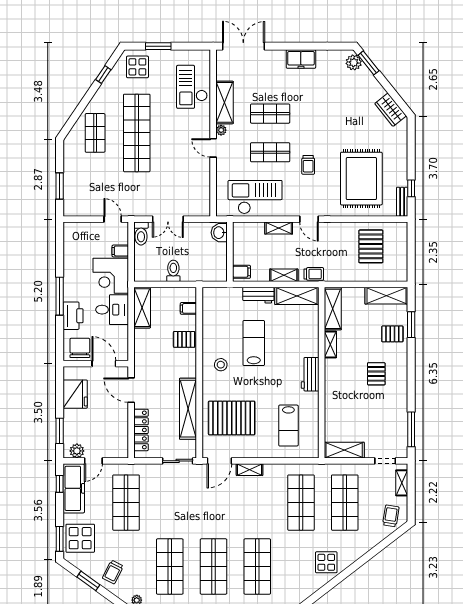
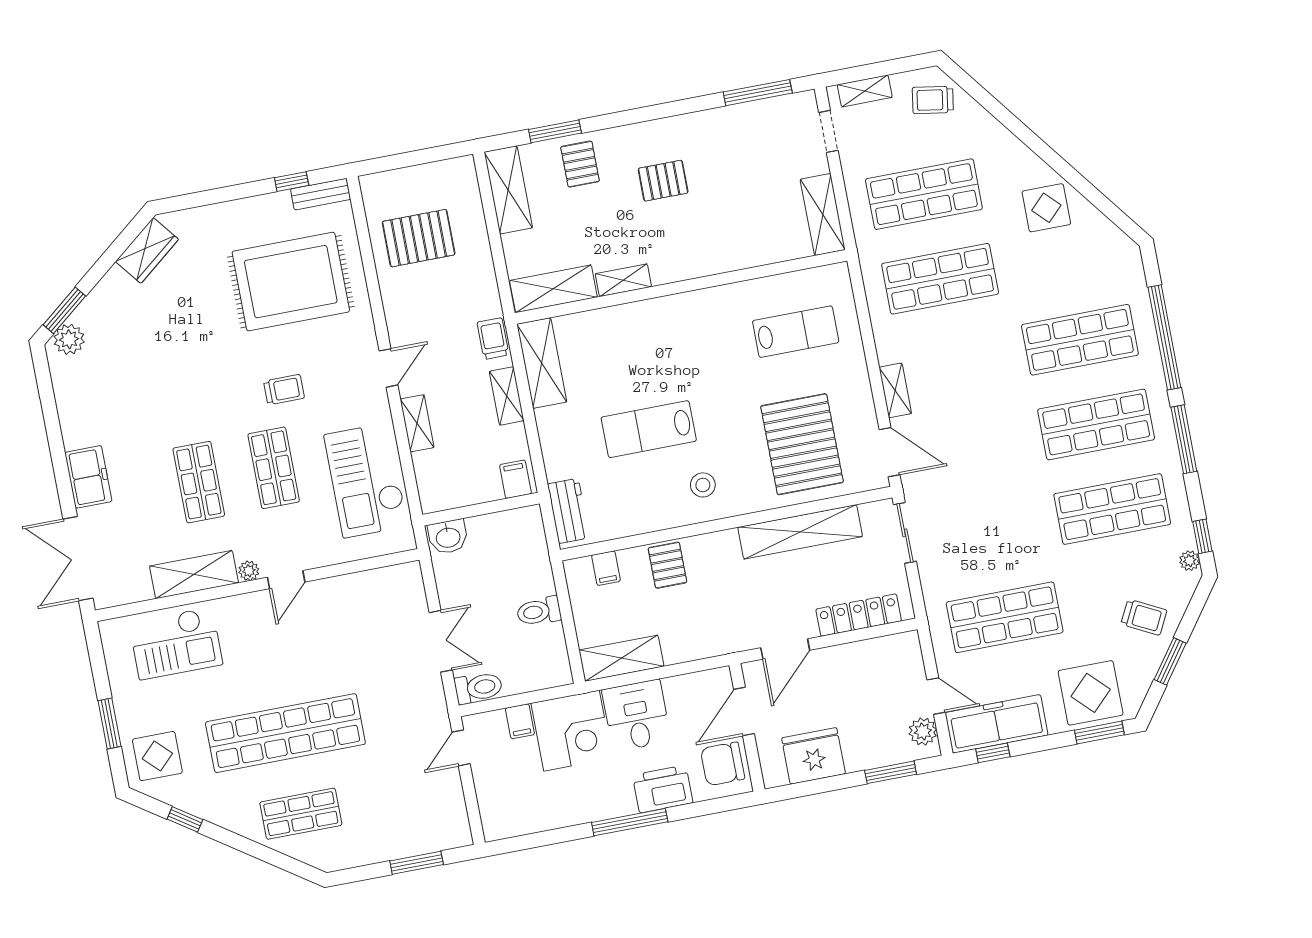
freezer: (301, 59) -> (88, 477), moved
workbench: (258, 295) -> (568, 511), moved
workbench: (310, 374) -> (688, 309), removed

